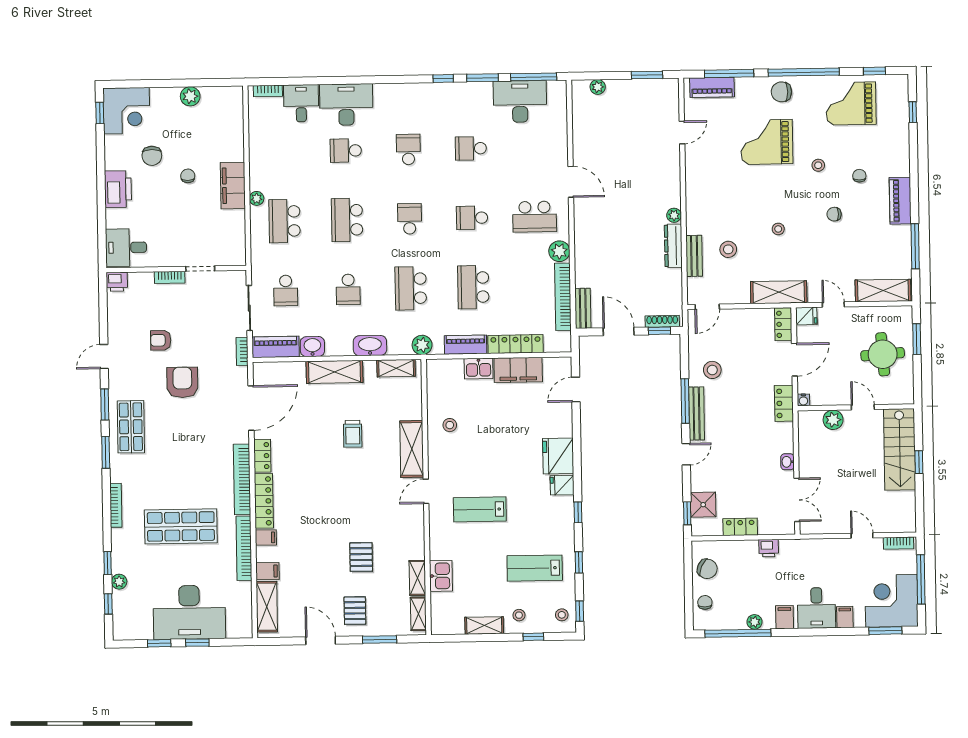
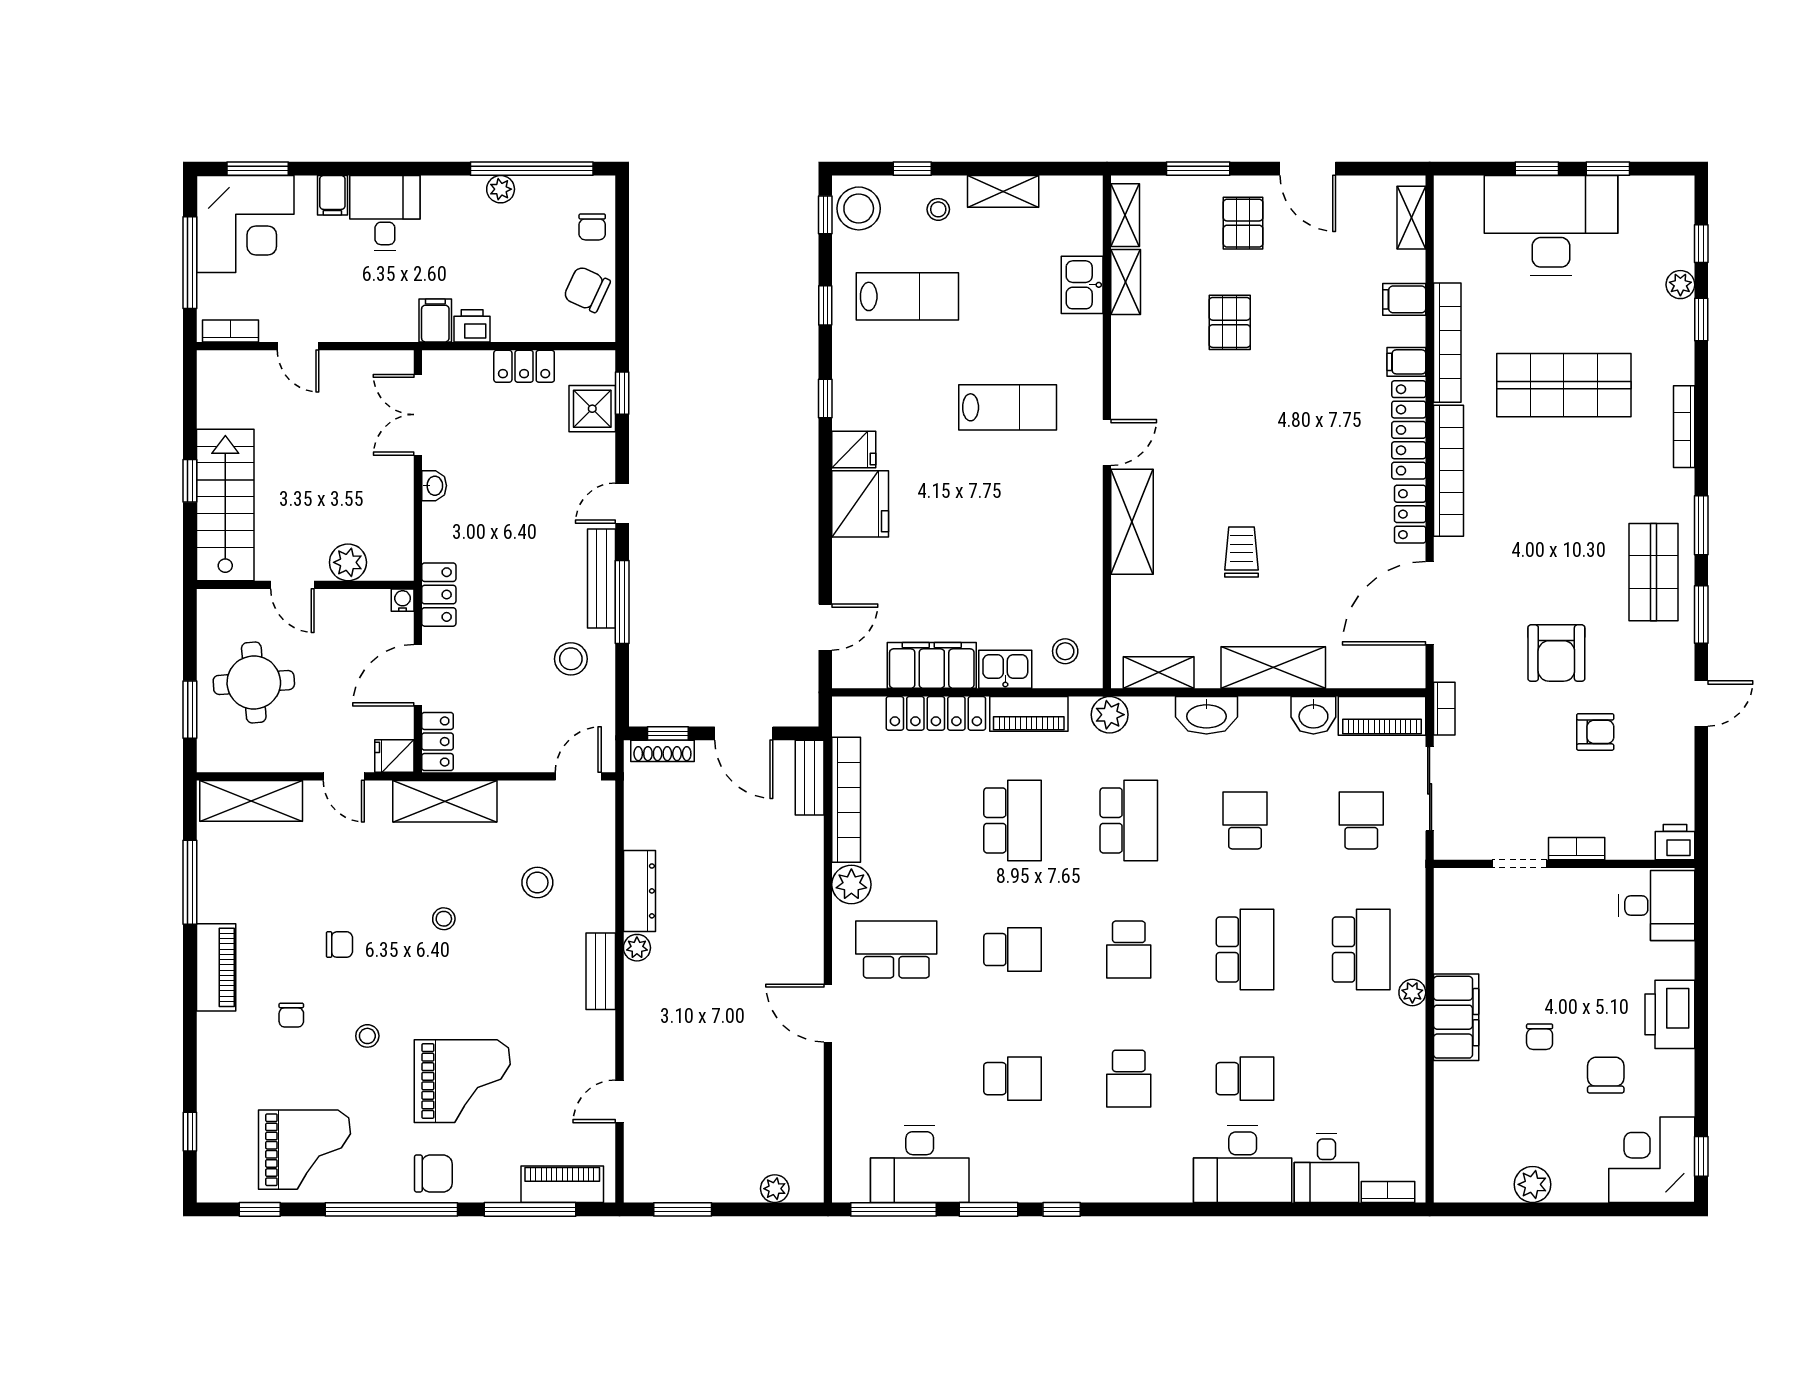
bench: (694, 256) -> (601, 971), moved
stool: (450, 425) -> (1065, 651), moved
shelving: (267, 607) -> (1411, 218), width x0.67, depth x0.75
stool: (562, 615) -> (859, 208), width x1.89, depth x1.89
filing cabinet: (785, 617) -> (435, 321), moved, turned 180

